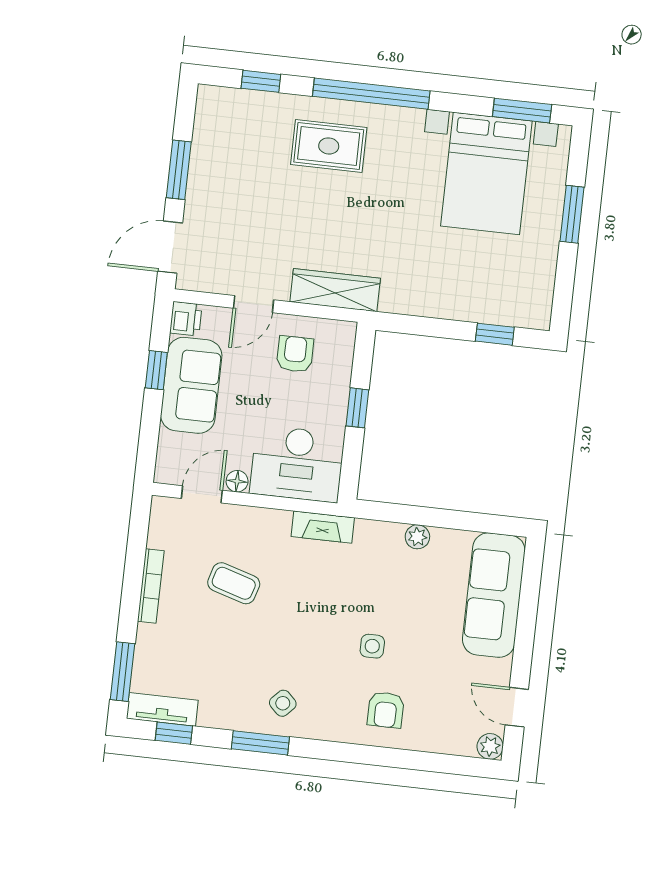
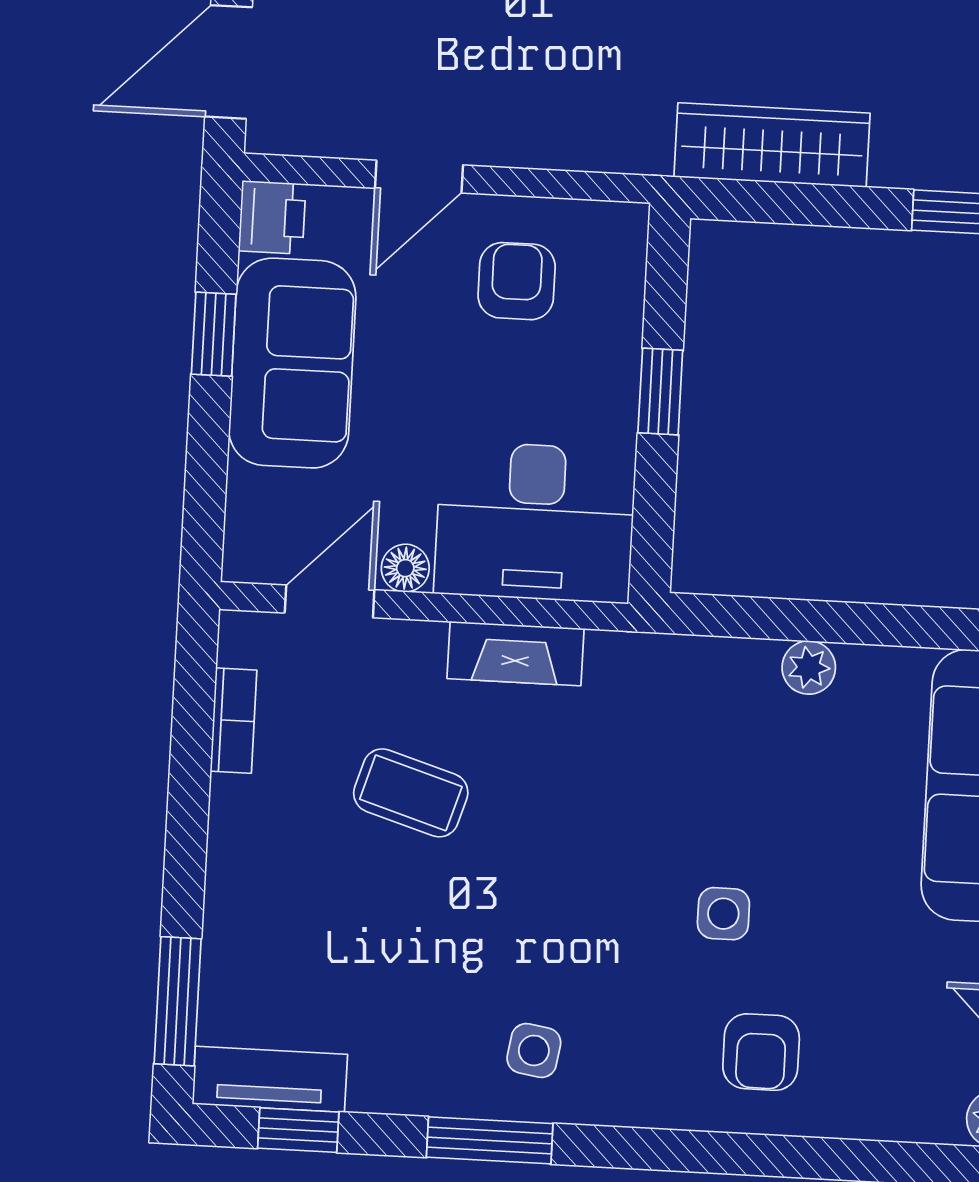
wardrobe: (335, 290) -> (772, 145), moved
fireplace: (323, 527) -> (515, 654), moved
bookcase: (151, 586) -> (234, 721), moved, width x0.64
side table: (283, 703) -> (534, 1050), turned -35

